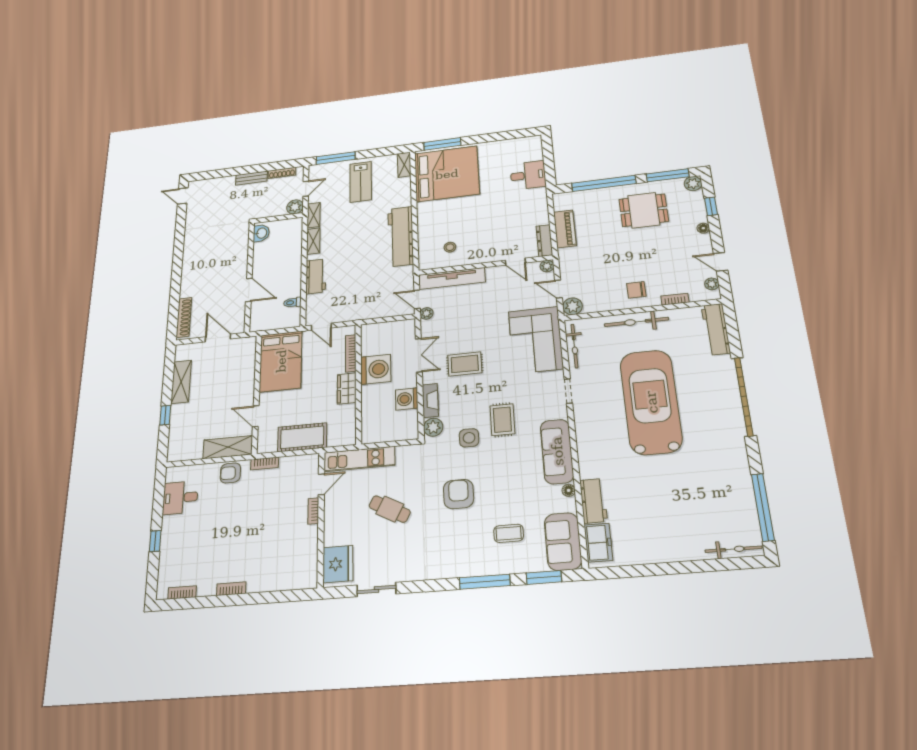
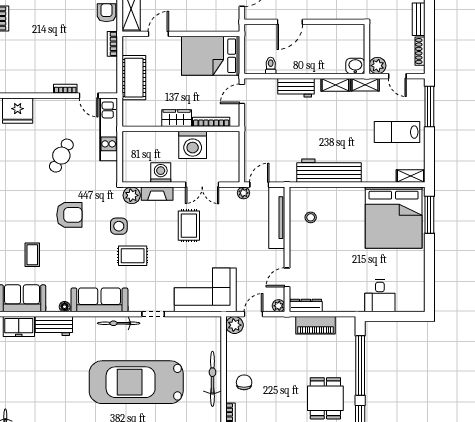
washbasin: (261, 233) -> (355, 66), moved, turned 180
bicycle: (574, 346) -> (119, 323), moved
car: (651, 402) -> (136, 382), turned 180

